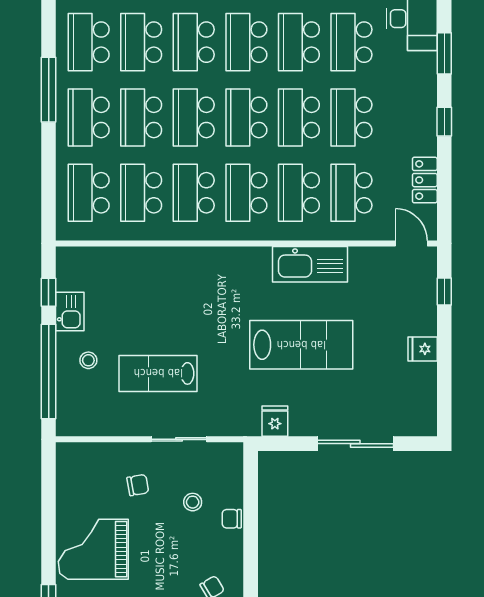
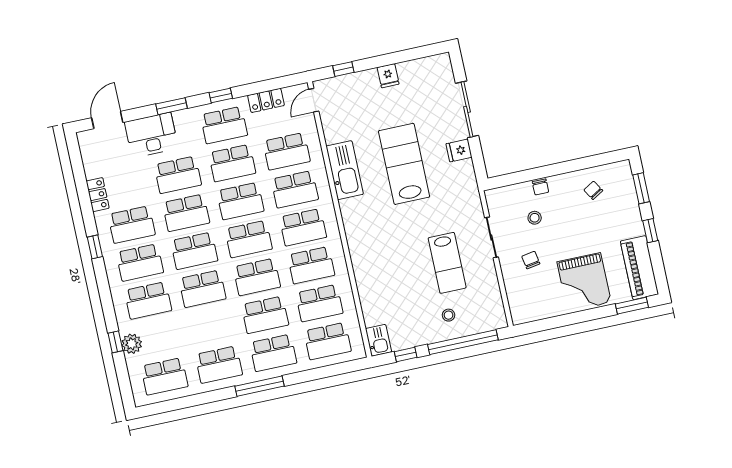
school desk: (141, 42) -> (224, 125), moved
kitchen sink: (70, 312) -> (378, 340), moved, turned 90
fridge: (275, 421) -> (459, 151), moved

